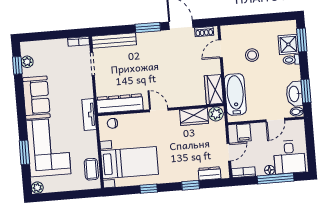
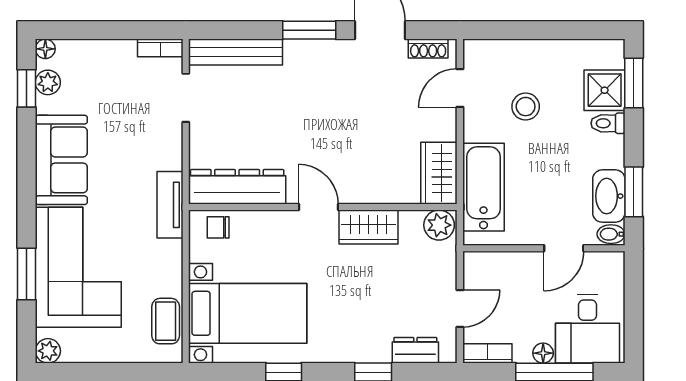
floor lamp: (25, 46) -> (45, 49), added
wardrobe: (194, 117) -> (368, 227), moved
filing cabinet: (244, 133) -> (495, 270), removed

